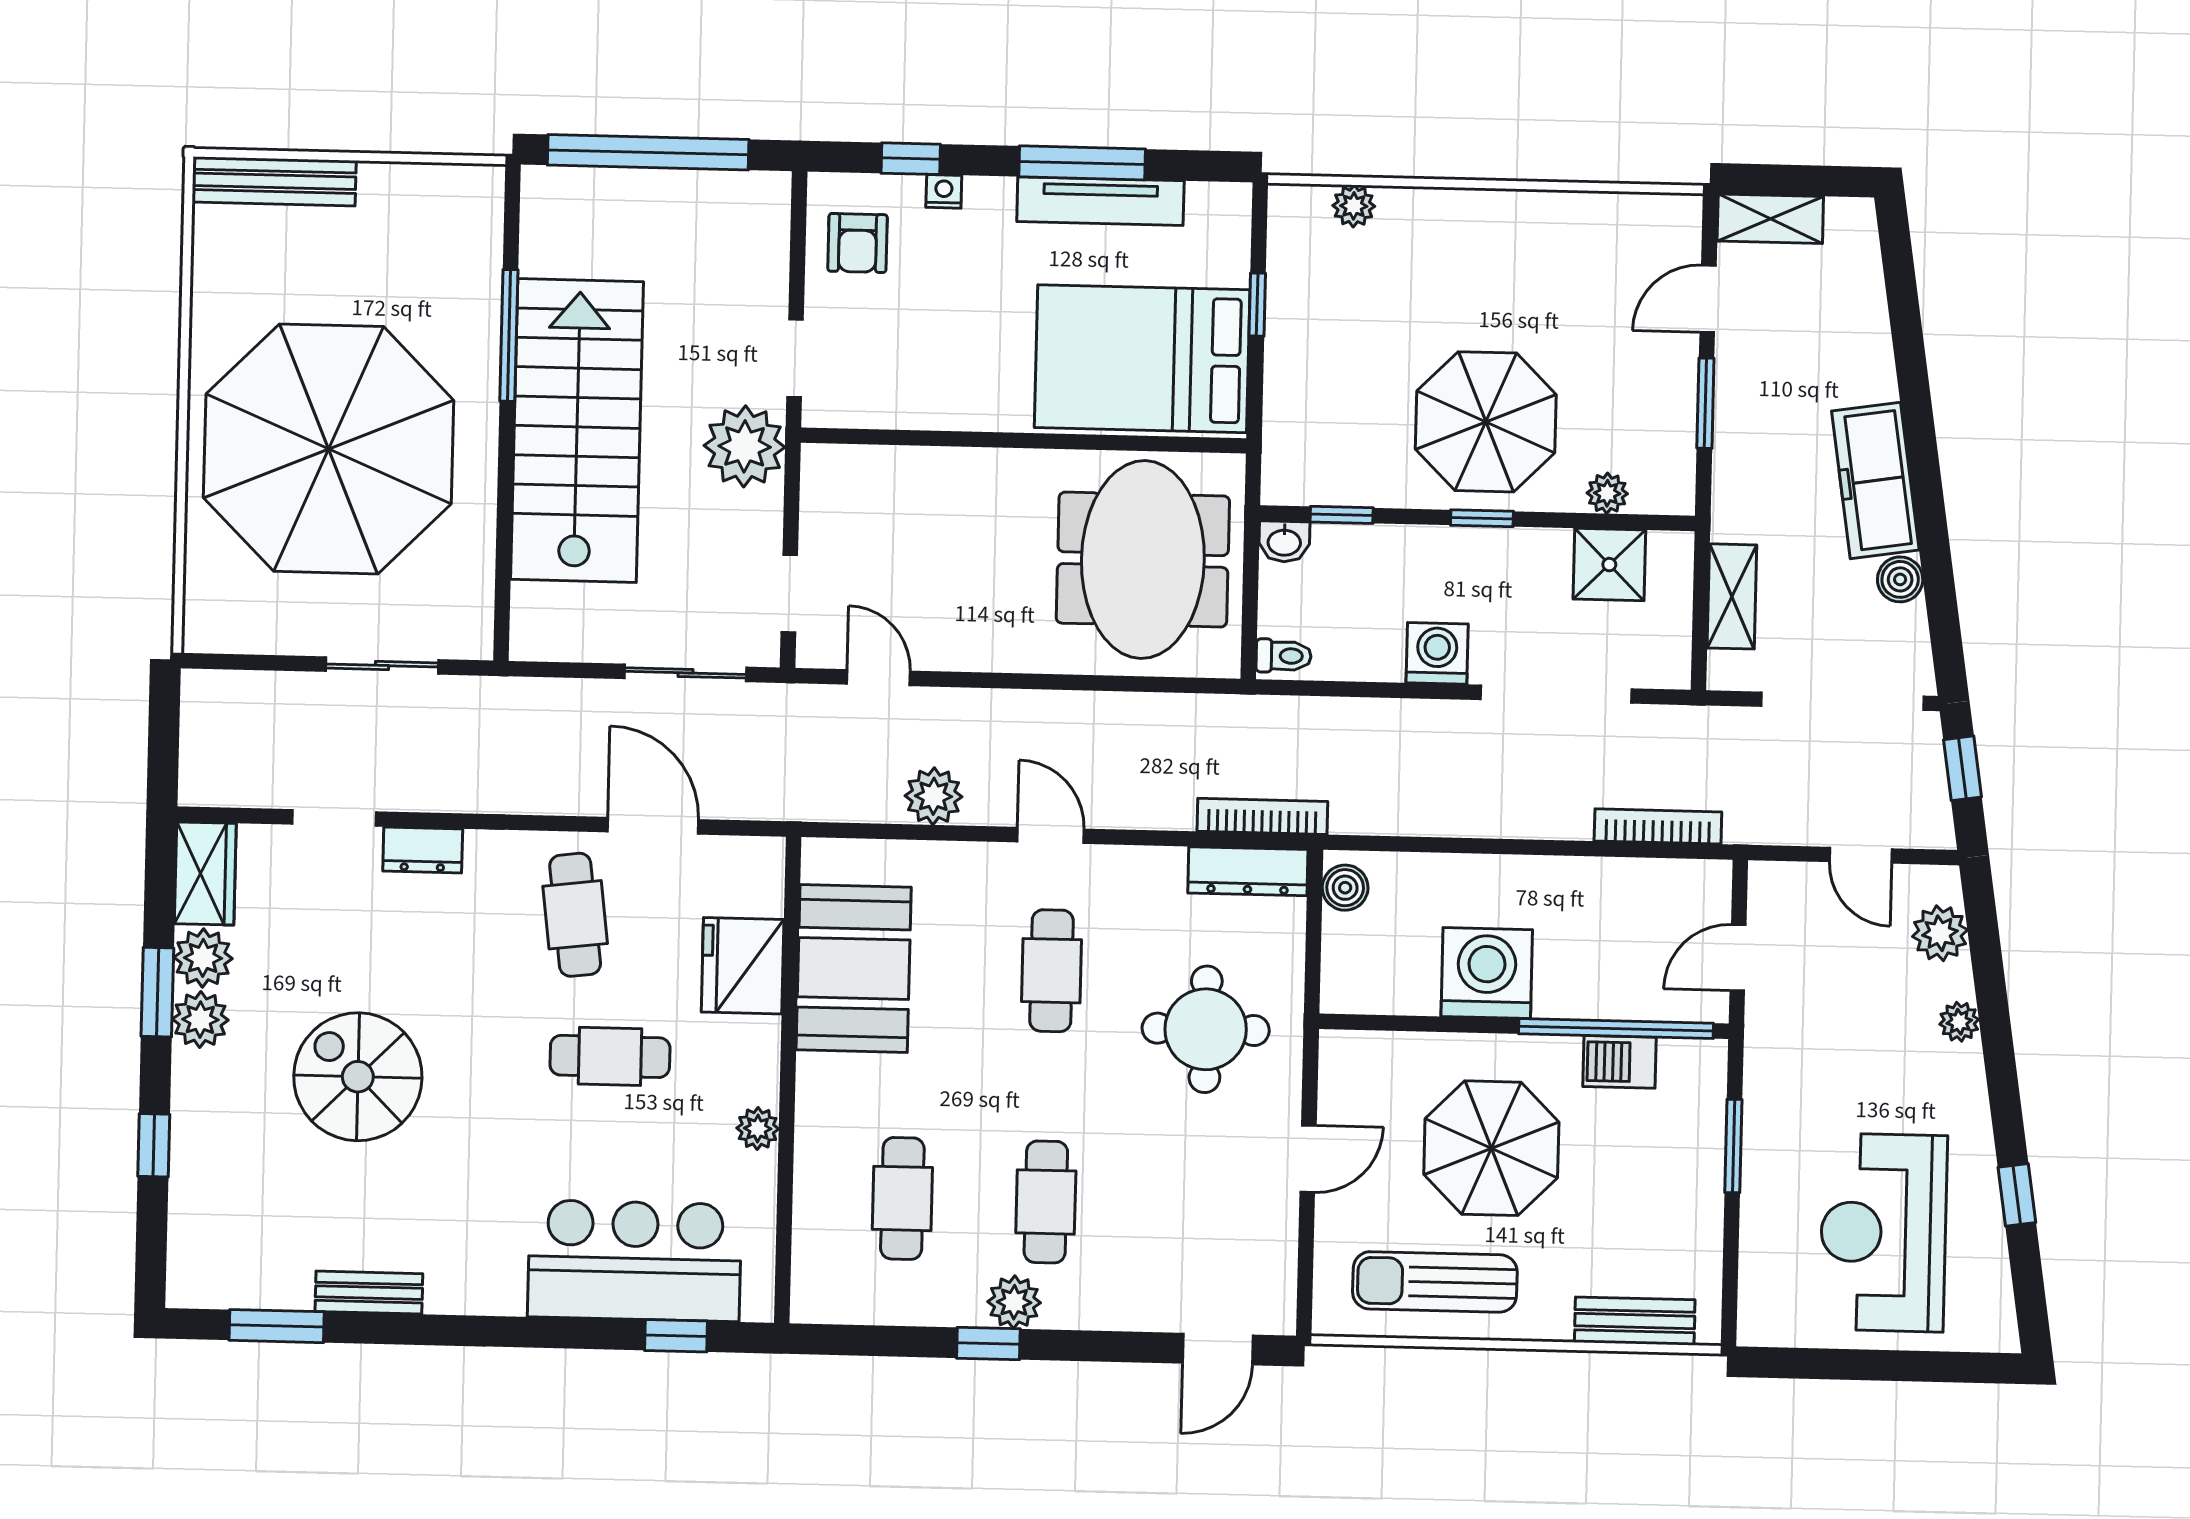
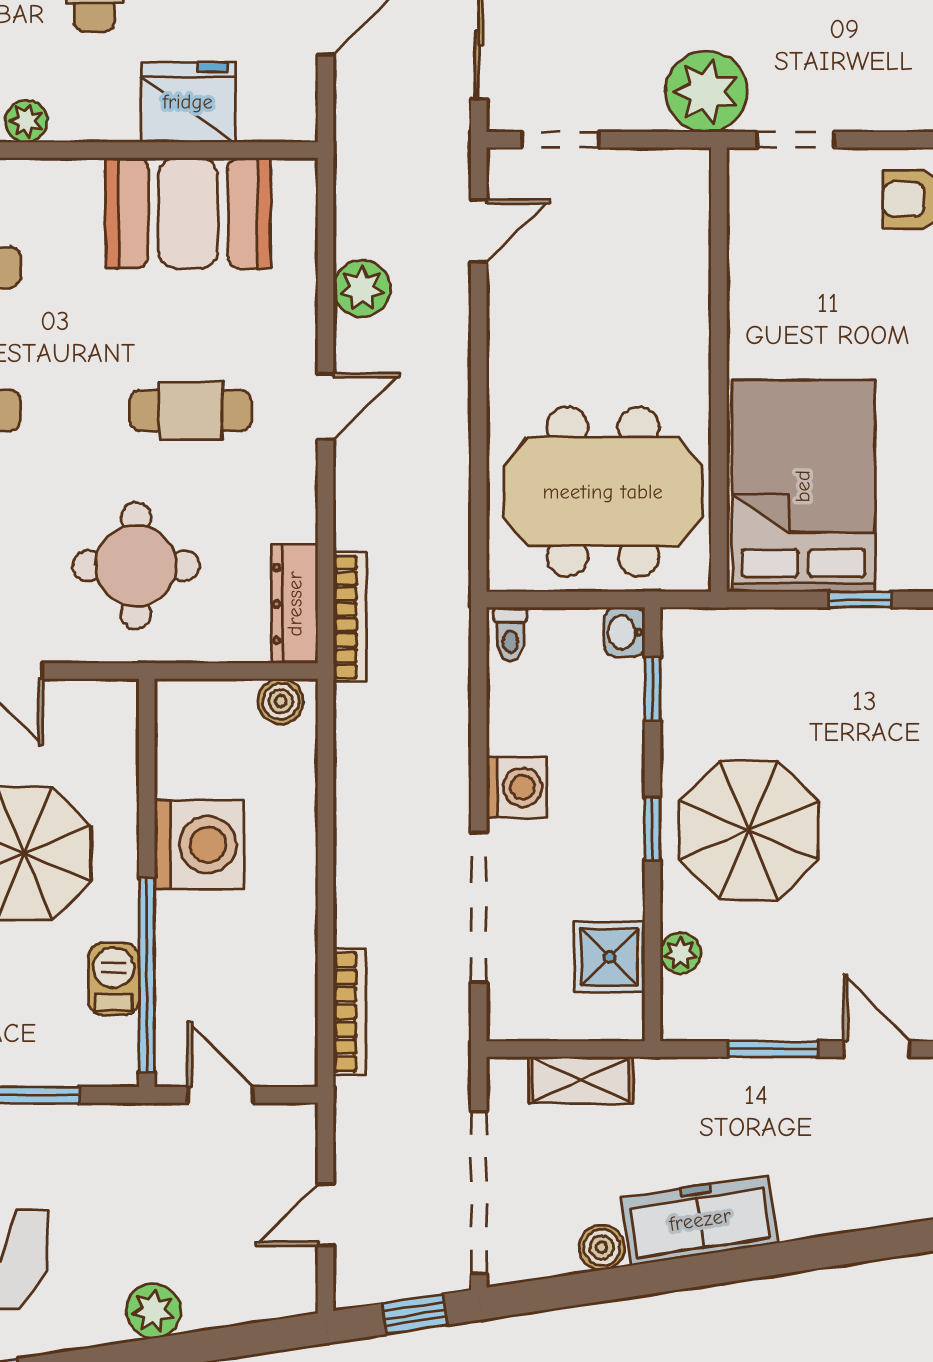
plant: (1940, 933) -> (250, 1296), removed
plant: (1959, 1022) -> (153, 1311), width x1.38, depth x1.38

